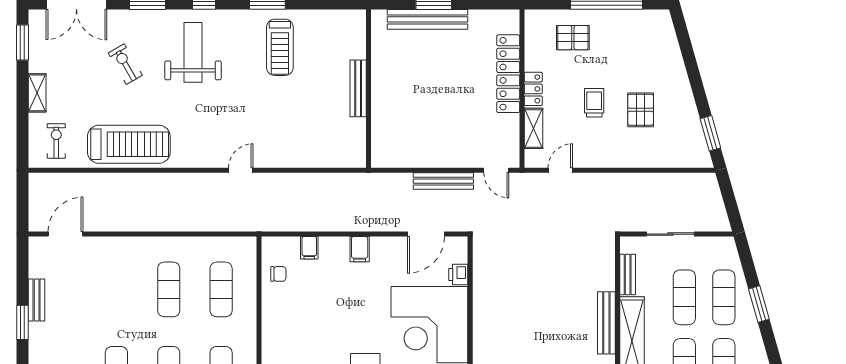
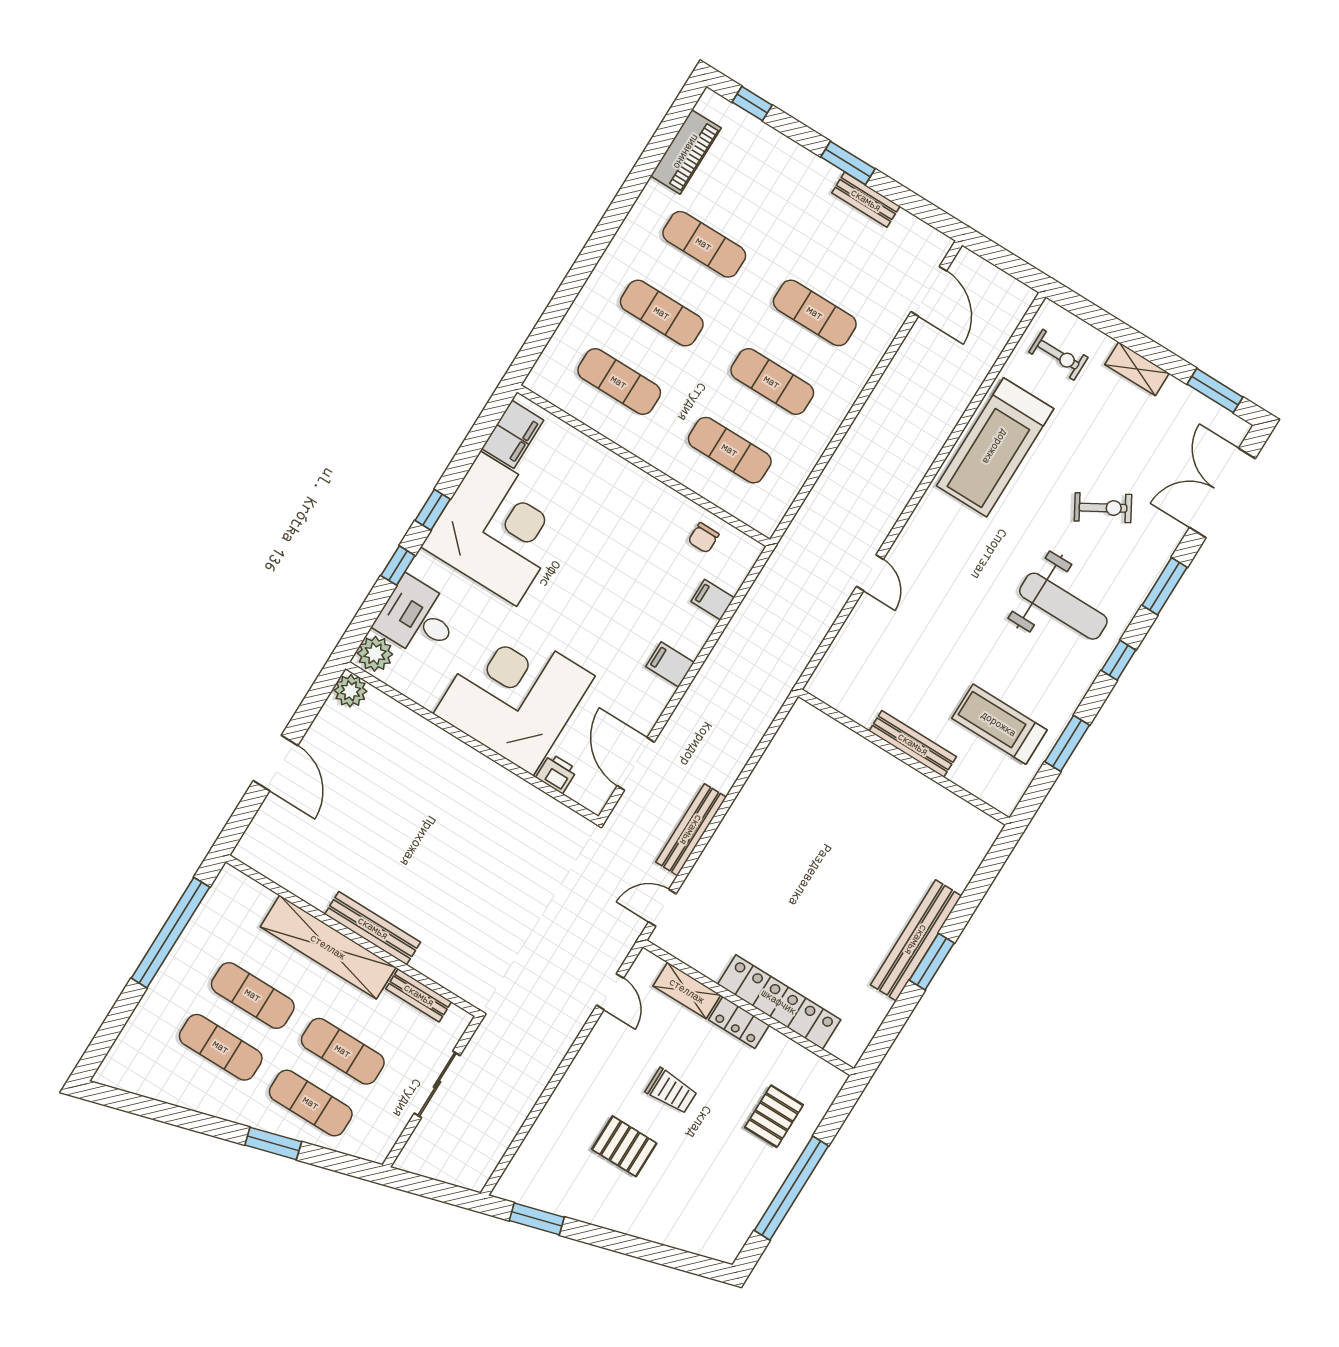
bench: (358, 88) -> (913, 744), moved
wall: (369, 89) -> (904, 757), moved
exercise mat: (116, 289) -> (815, 313), added

